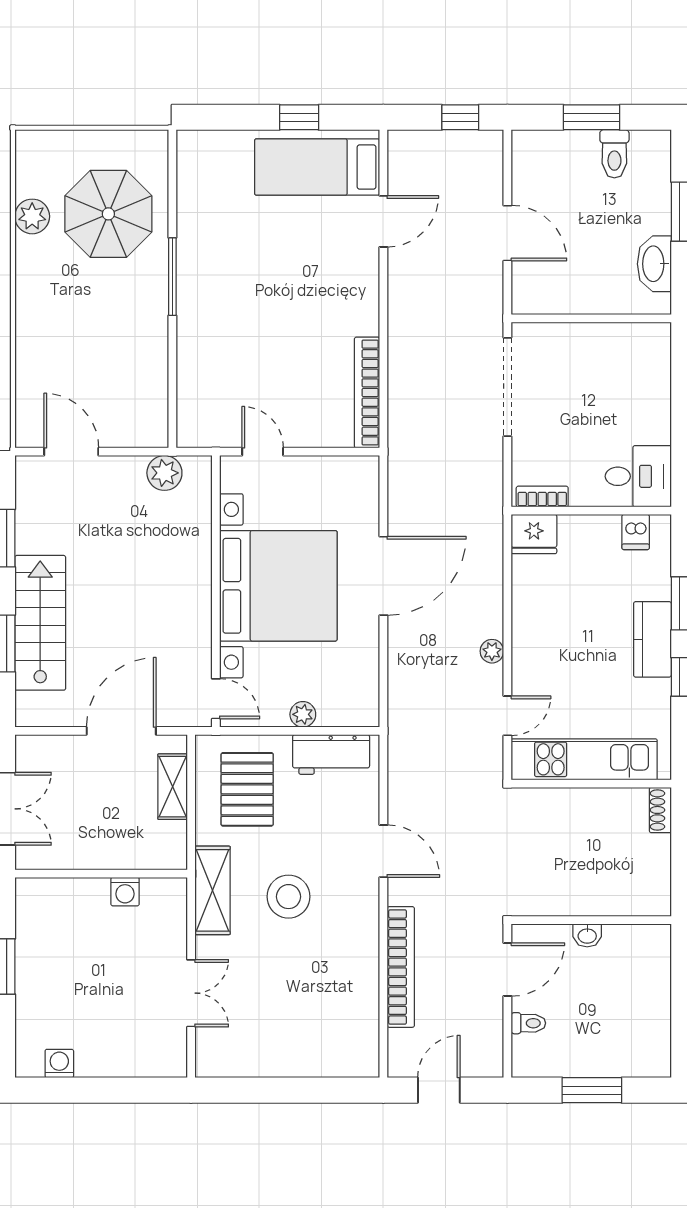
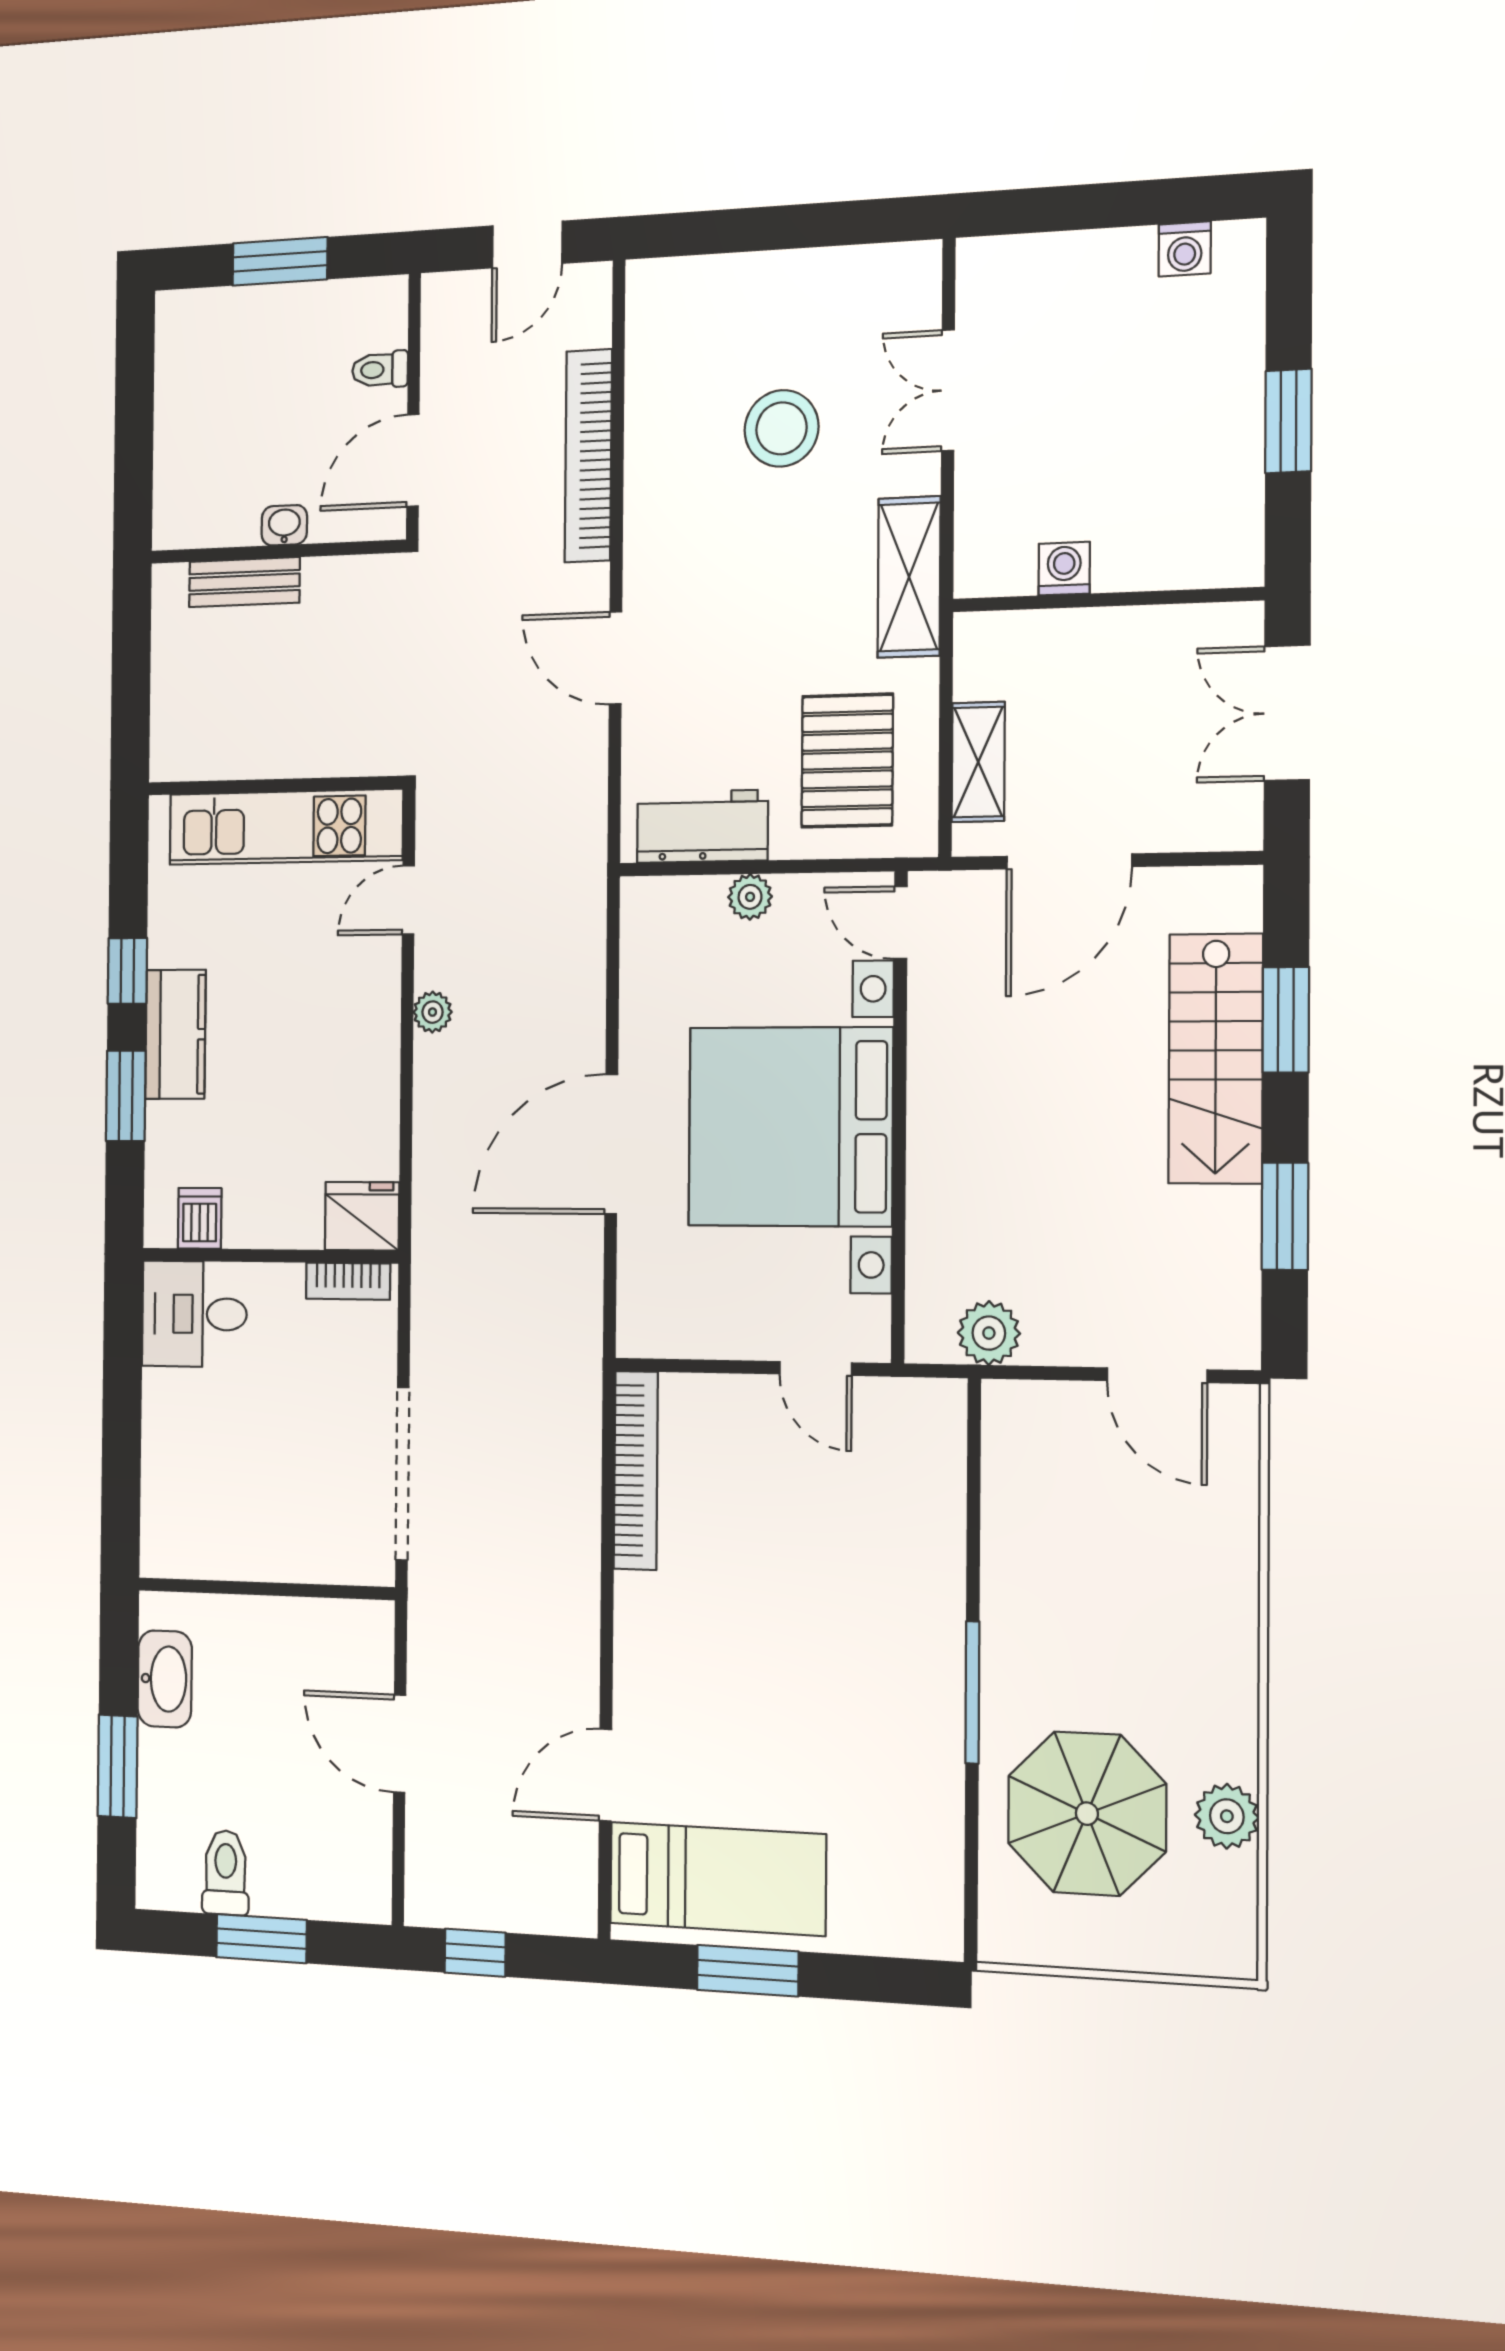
window: (299, 117) -> (748, 1971), width x1.50
shoe rack: (660, 810) -> (167, 744), removed
stool: (288, 897) -> (782, 428), moved
bench: (612, 903) -> (244, 582), added

